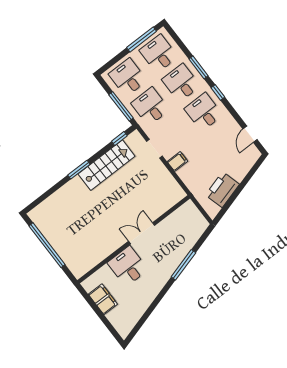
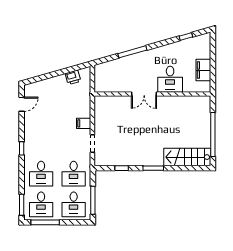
window: (199, 67) -> (22, 205), moved
window: (121, 106) -> (93, 200), moved
desk: (204, 112) -> (41, 143), removed
window: (119, 139) -> (122, 168), moved
stairs: (107, 165) -> (187, 157), moved
printer: (222, 190) -> (73, 77), width x0.53, depth x0.68
window: (144, 318) -> (186, 36), added

